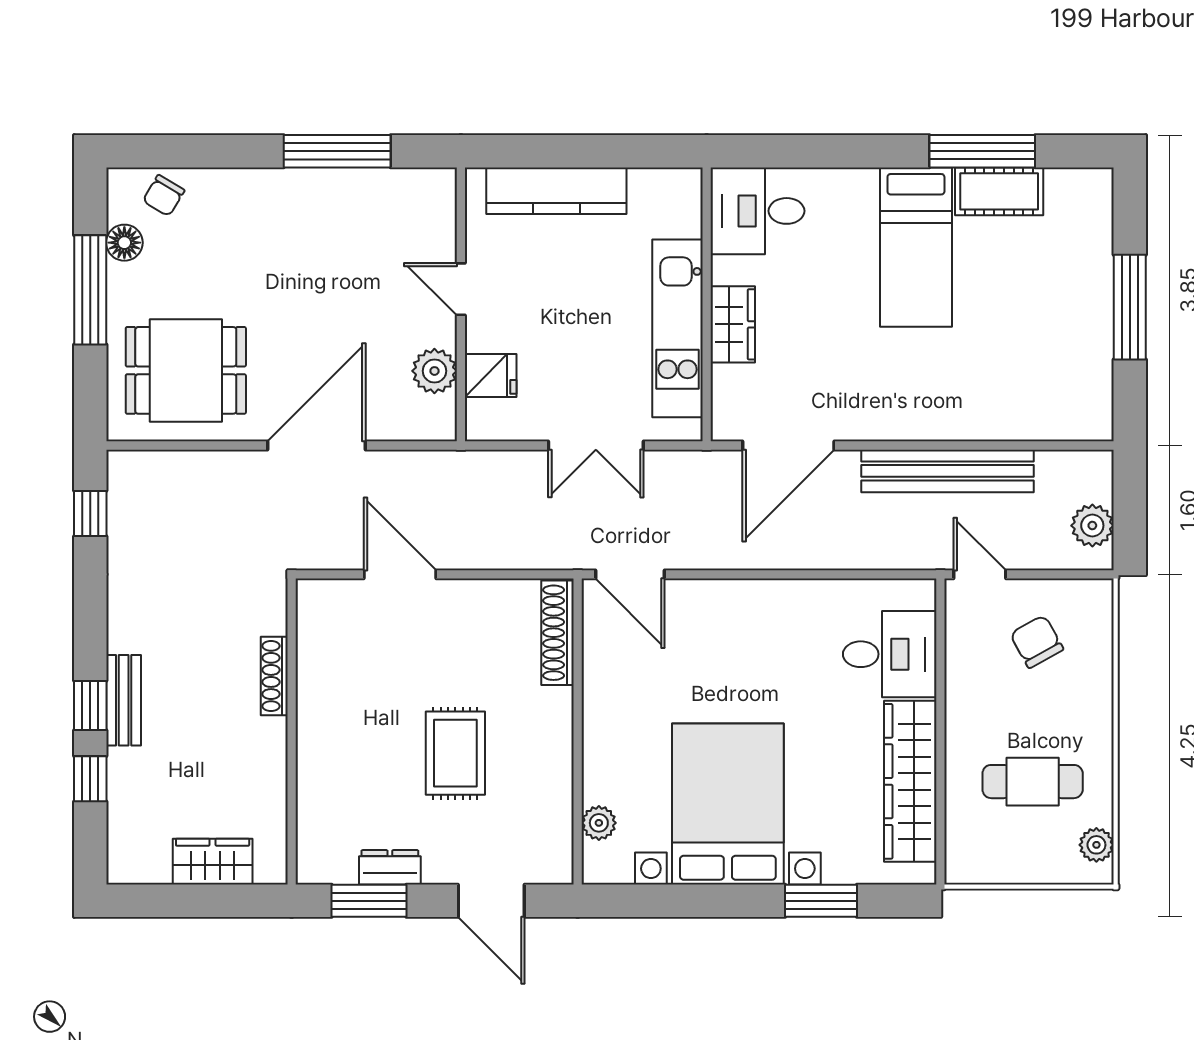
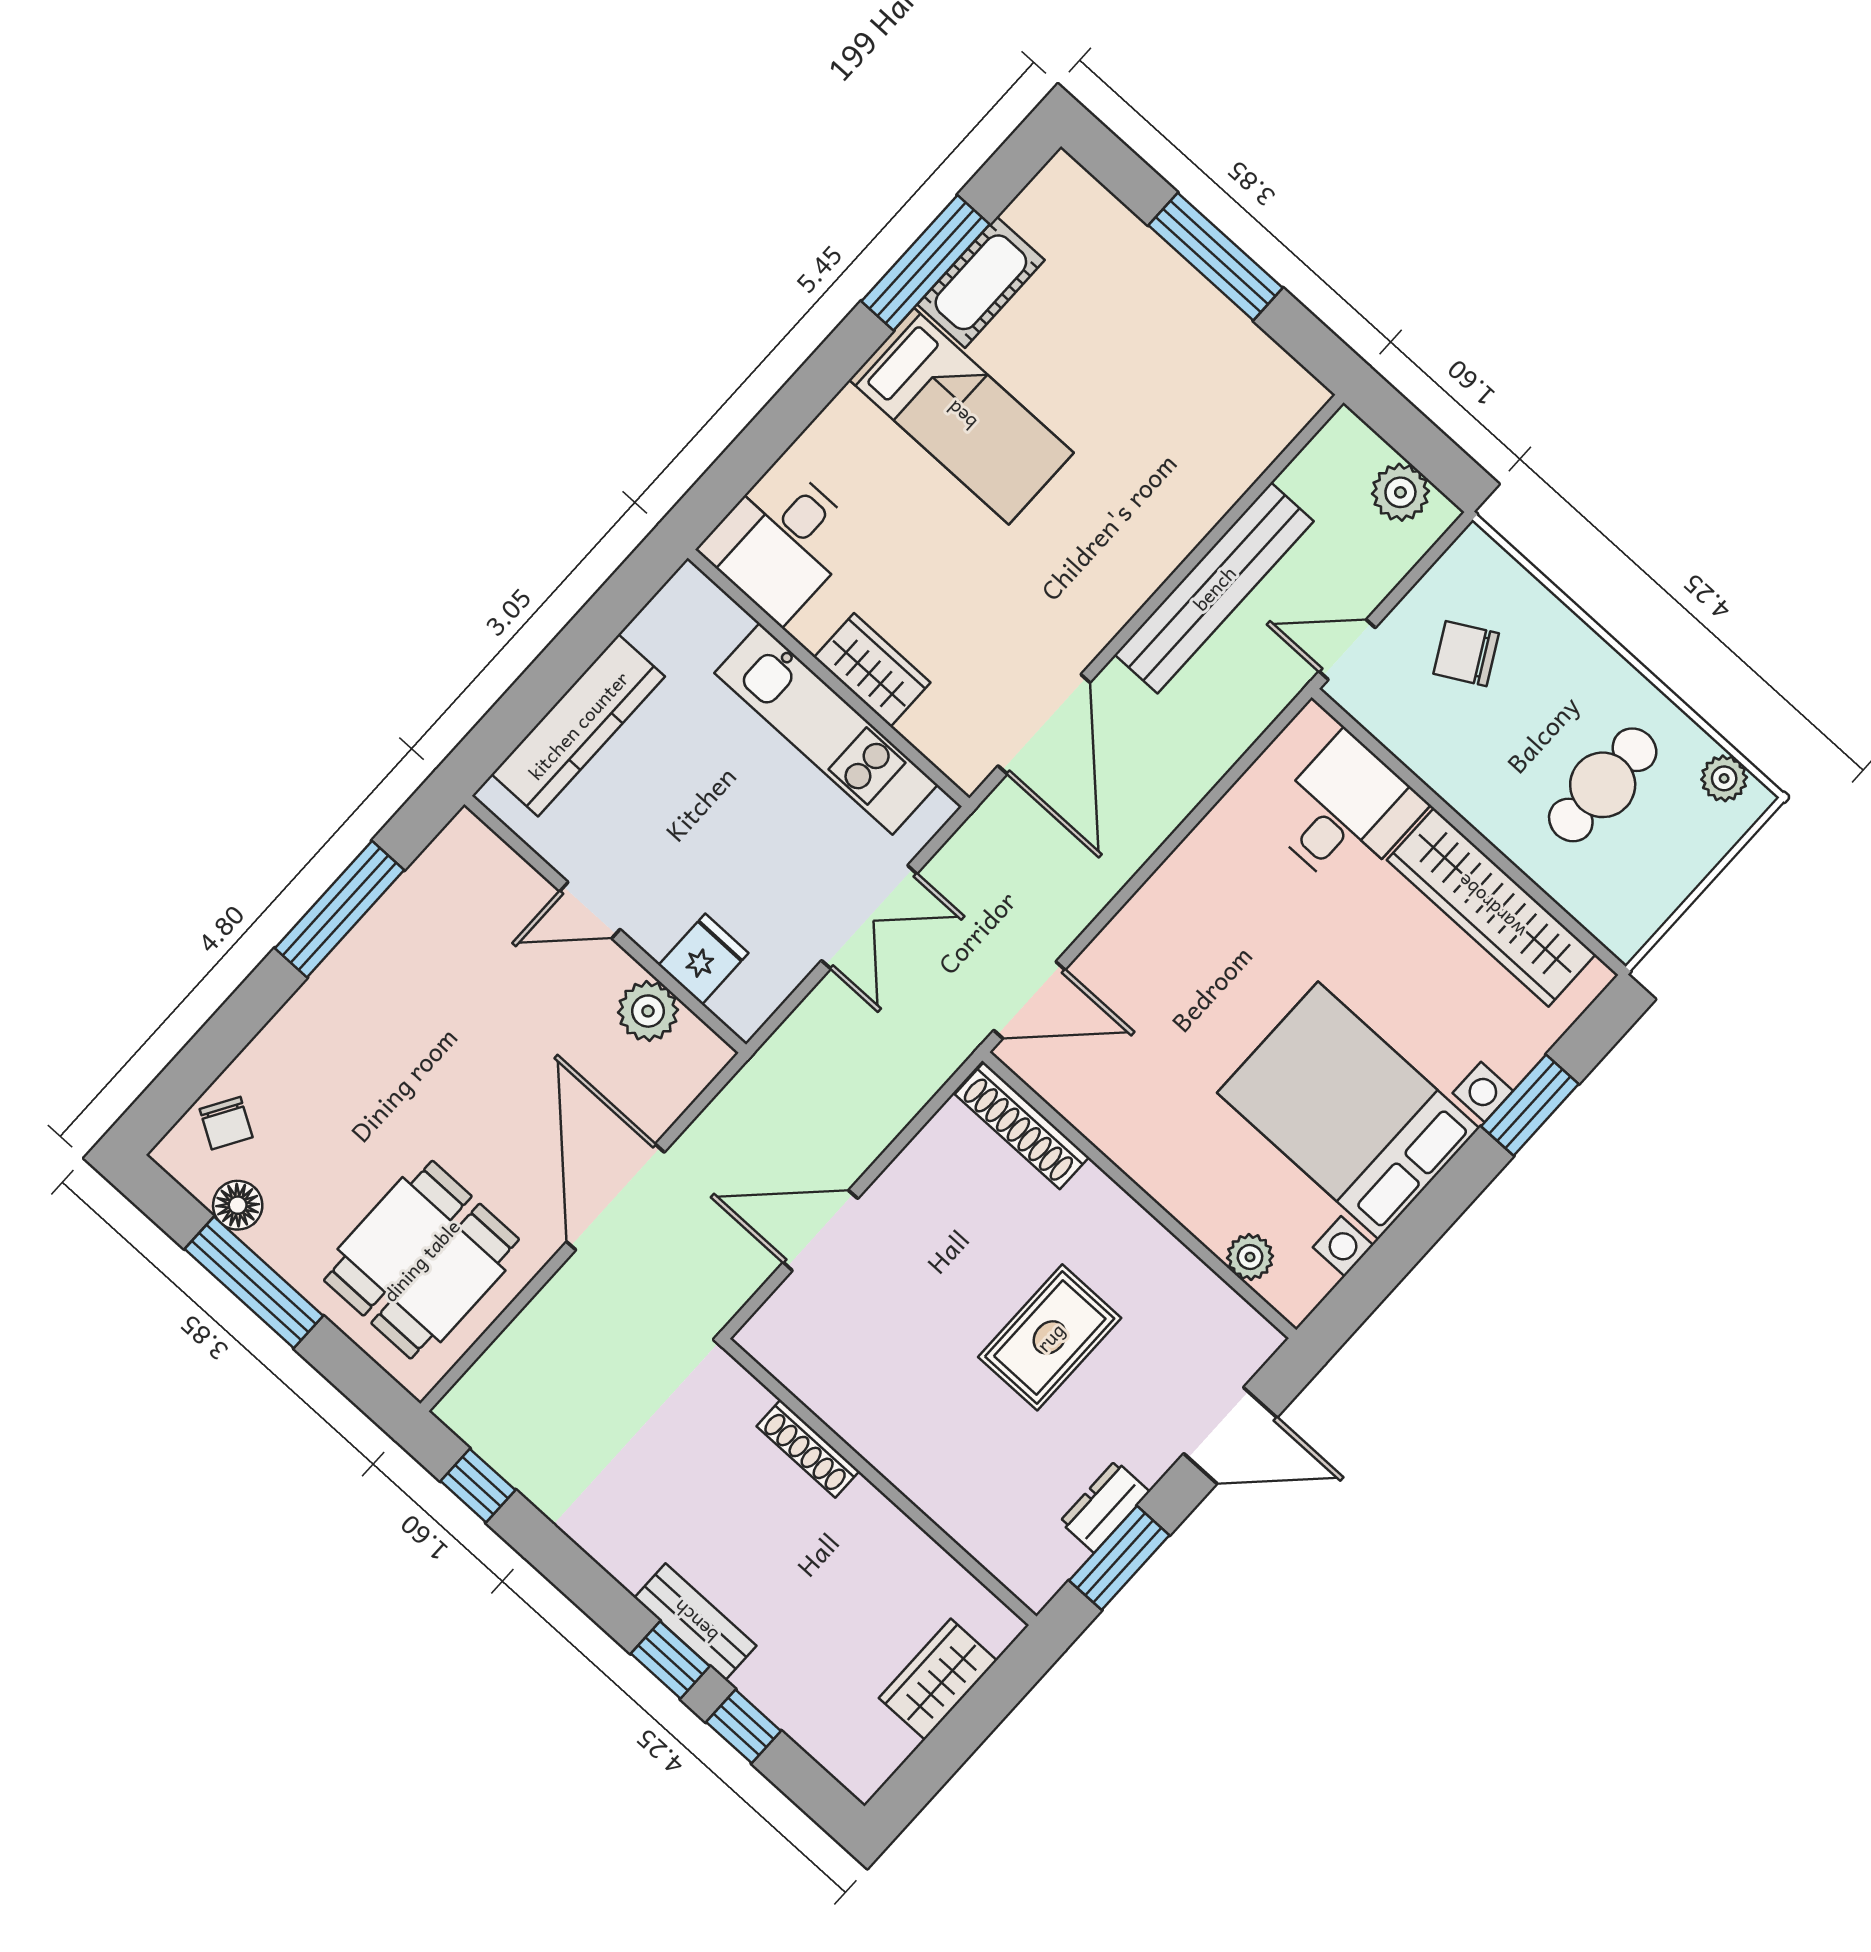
rug: (455, 753) -> (1050, 1337), turned 90

